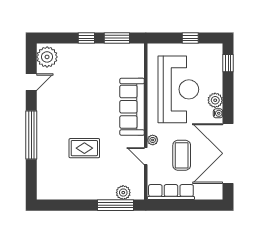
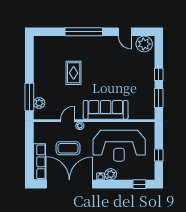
row of seats: (171, 192) -> (39, 162), moved

